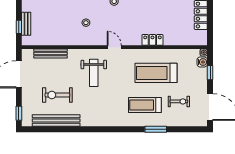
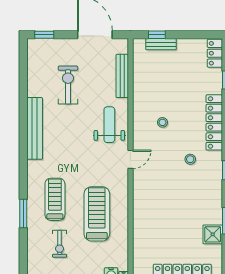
locker: (152, 40) -> (140, 209), removed
weight bench: (94, 73) -> (109, 125), moved, turned 90
bench: (56, 121) -> (35, 128), moved

